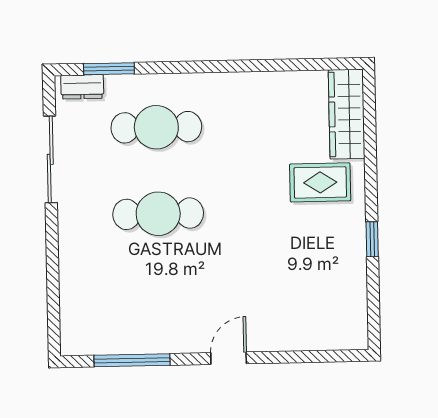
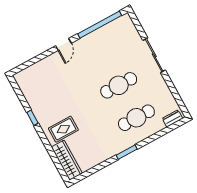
window: (109, 69) -> (127, 152), moved
sliding door: (50, 159) -> (154, 55), moved
window: (132, 360) -> (100, 25), width x1.46

